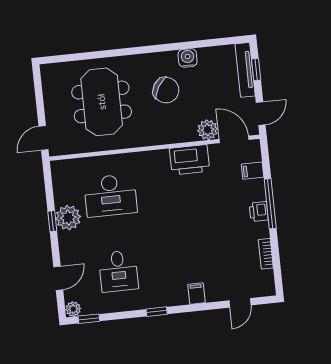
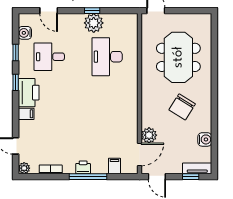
water cooler: (188, 58) -> (205, 139), moved
tv unit: (245, 70) -> (197, 168), width x0.71
meeting table: (102, 102) -> (178, 57), turned 90
printer: (190, 160) -> (29, 93), moved, turned 180
water cooler: (91, 306) -> (25, 33), added
plant: (73, 309) -> (24, 168), moved
window: (89, 319) -> (16, 52), moved

